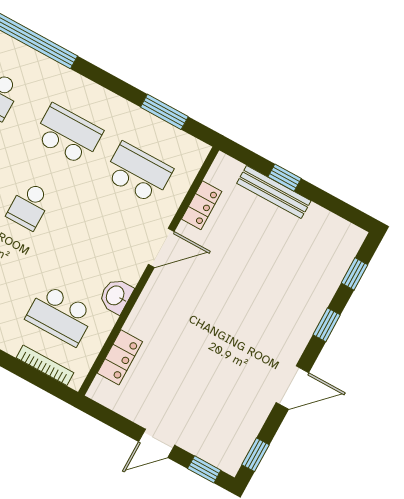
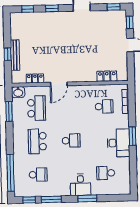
school desk: (138, 173) -> (37, 108), turned 180
door: (161, 248) -> (59, 84), swing flipped
washbasin: (116, 296) -> (18, 92), moved
school desk: (60, 315) -> (104, 106), width x0.54

